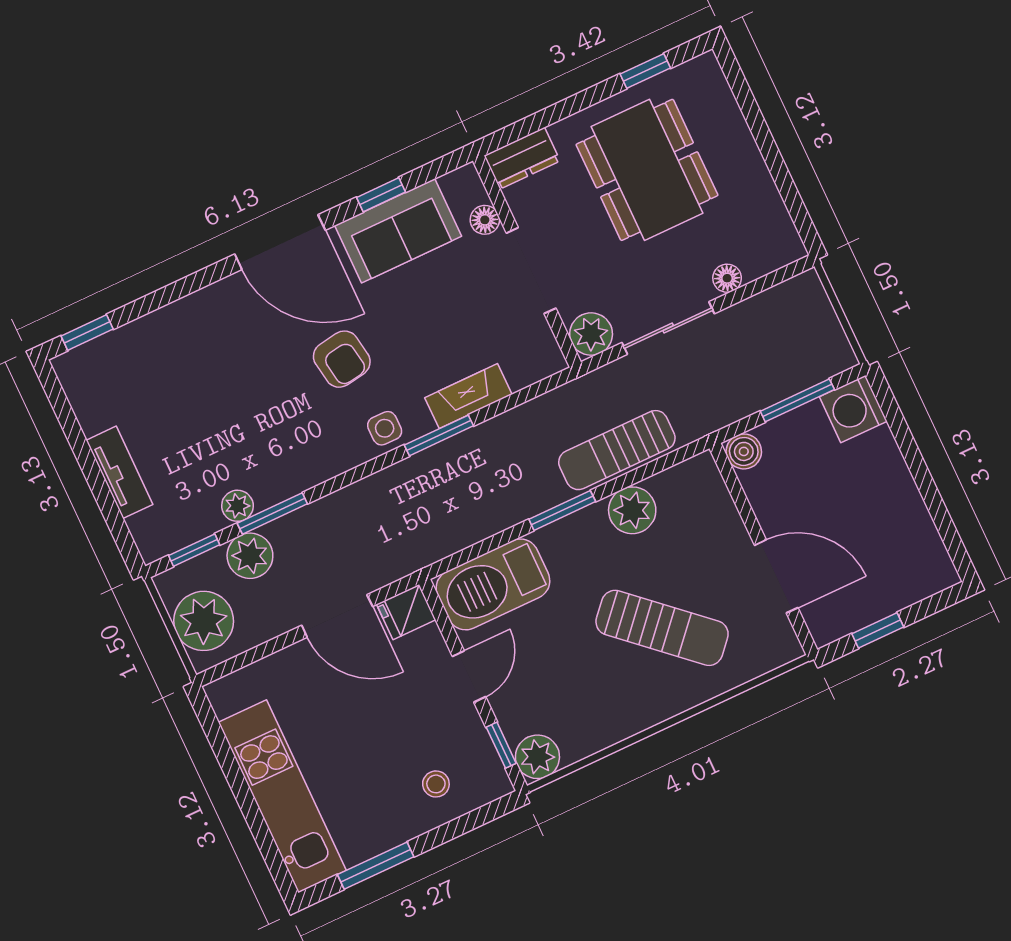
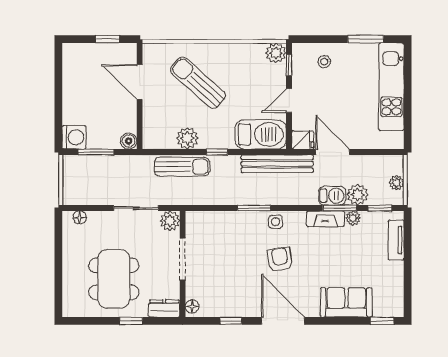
window: (645, 71) -> (131, 321), moved
floor lamp: (485, 220) -> (192, 306), moved
sofa: (398, 231) -> (346, 302), moved
floor lamp: (727, 278) -> (80, 217), moved
fireplace: (468, 396) -> (325, 219), moved
tv unit: (119, 472) -> (396, 240), moved
window: (562, 510) -> (217, 152), width x0.67
barbecue: (299, 530) -> (332, 196), added
bench: (434, 543) -> (277, 164), added
plant: (204, 621) -> (396, 183), width x0.53, depth x0.53

